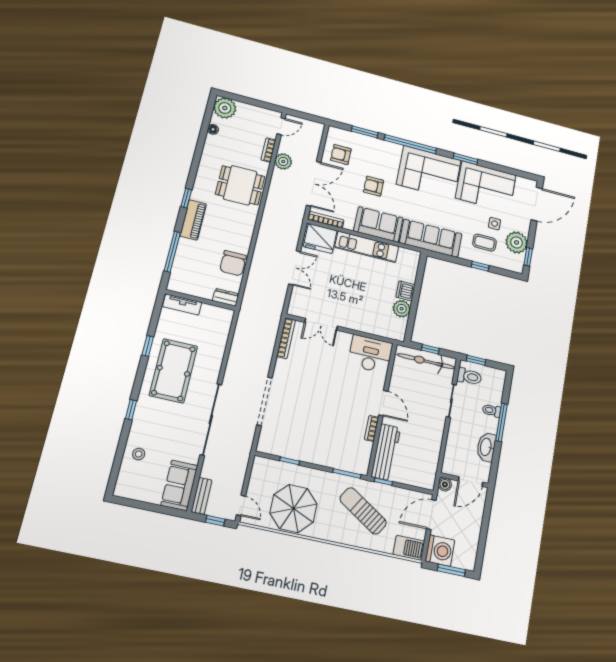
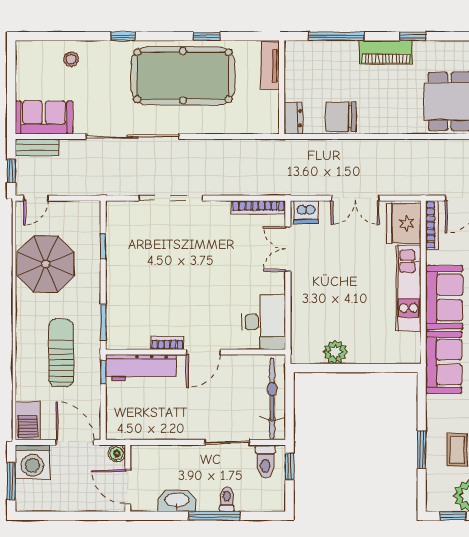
sofa: (431, 238) -> (444, 362), width x0.73
window: (480, 266) -> (422, 450), width x1.50
dishwasher: (405, 291) -> (306, 212), moved, turned 180
window: (430, 349) -> (289, 401), removed
pool table: (173, 371) -> (183, 76), width x1.36, depth x1.32
sun lounger: (363, 511) -> (61, 353), turned -32

